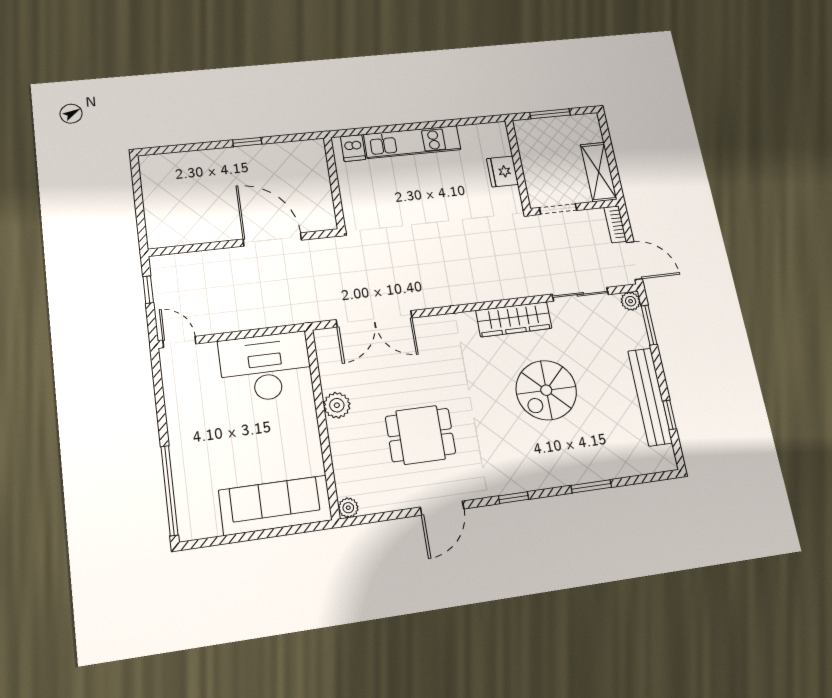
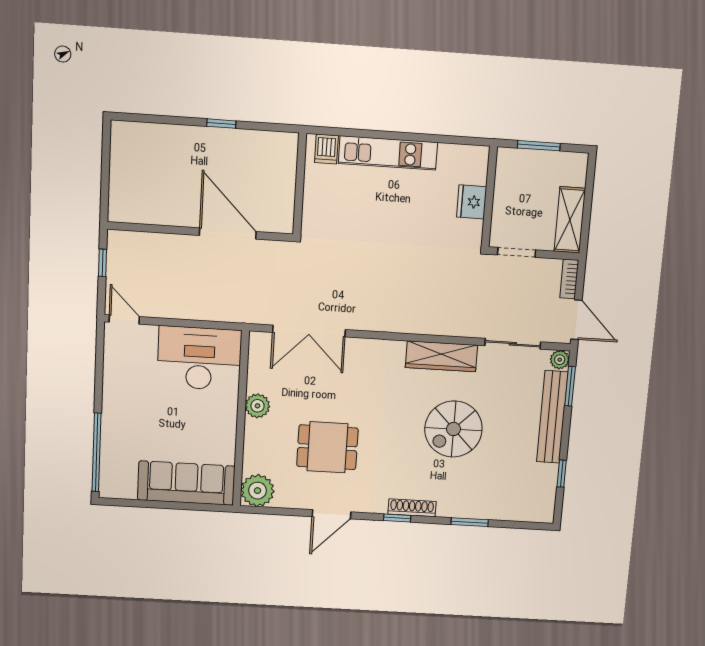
bench: (650, 397) -> (552, 417), moved
shoe rack: (526, 483) -> (412, 508), added
plant: (348, 508) -> (257, 491), width x1.88, depth x1.88

